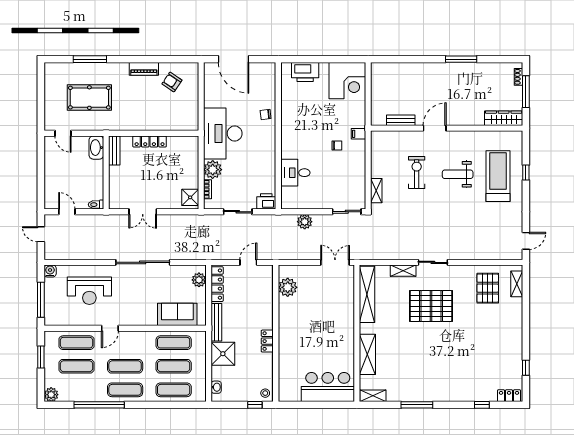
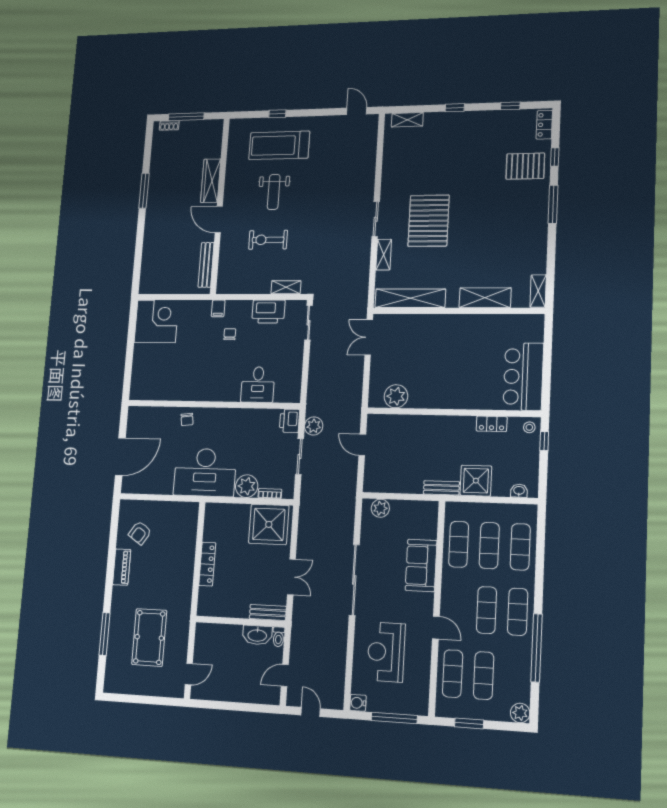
printer: (305, 72) -> (268, 312), moved, turned 90
wardrobe: (504, 118) -> (211, 181), moved
bench: (401, 120) -> (206, 265), width x1.36
washbasin: (96, 148) -> (257, 635), moved
bench: (114, 150) -> (268, 612), moved
shower: (190, 197) -> (269, 524), width x1.86, depth x1.86
plant: (305, 222) -> (314, 426), moved
door: (41, 234) -> (311, 712), swing flipped
locker: (217, 284) -> (387, 485), removed
pallet: (488, 288) -> (525, 166), moved
reception desk: (89, 291) -> (386, 652), turned 180
sofa: (177, 314) -> (421, 565), moved
bench: (216, 322) -> (441, 488), width x0.73
window: (526, 323) -> (455, 108), added
locker: (267, 341) -> (492, 424), moved
bar counter: (328, 387) -> (523, 377), moved
window: (417, 405) -> (553, 204), moved

